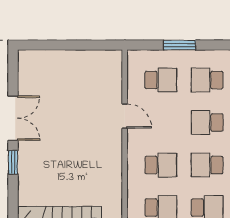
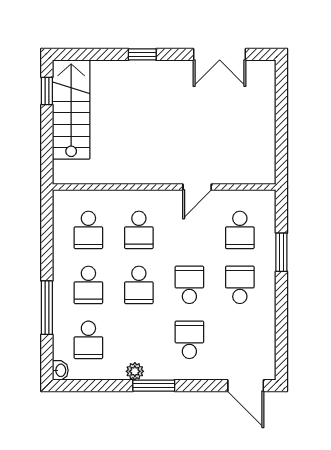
double door: (13, 118) -> (220, 54), moved
school desk: (207, 165) -> (139, 285), turned 180

